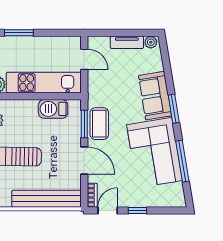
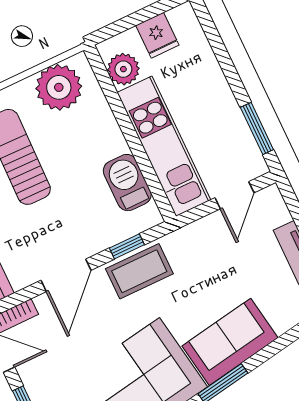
window: (19, 33) -> (257, 129), moved
window: (84, 124) -> (127, 246), width x0.67

